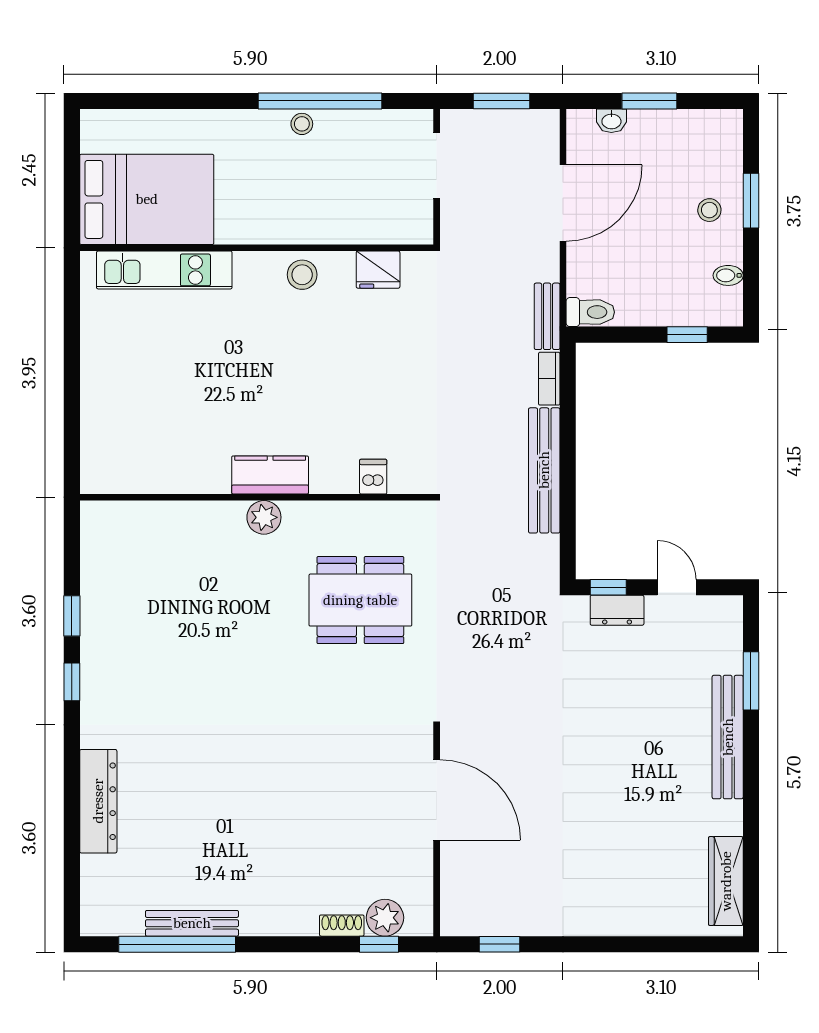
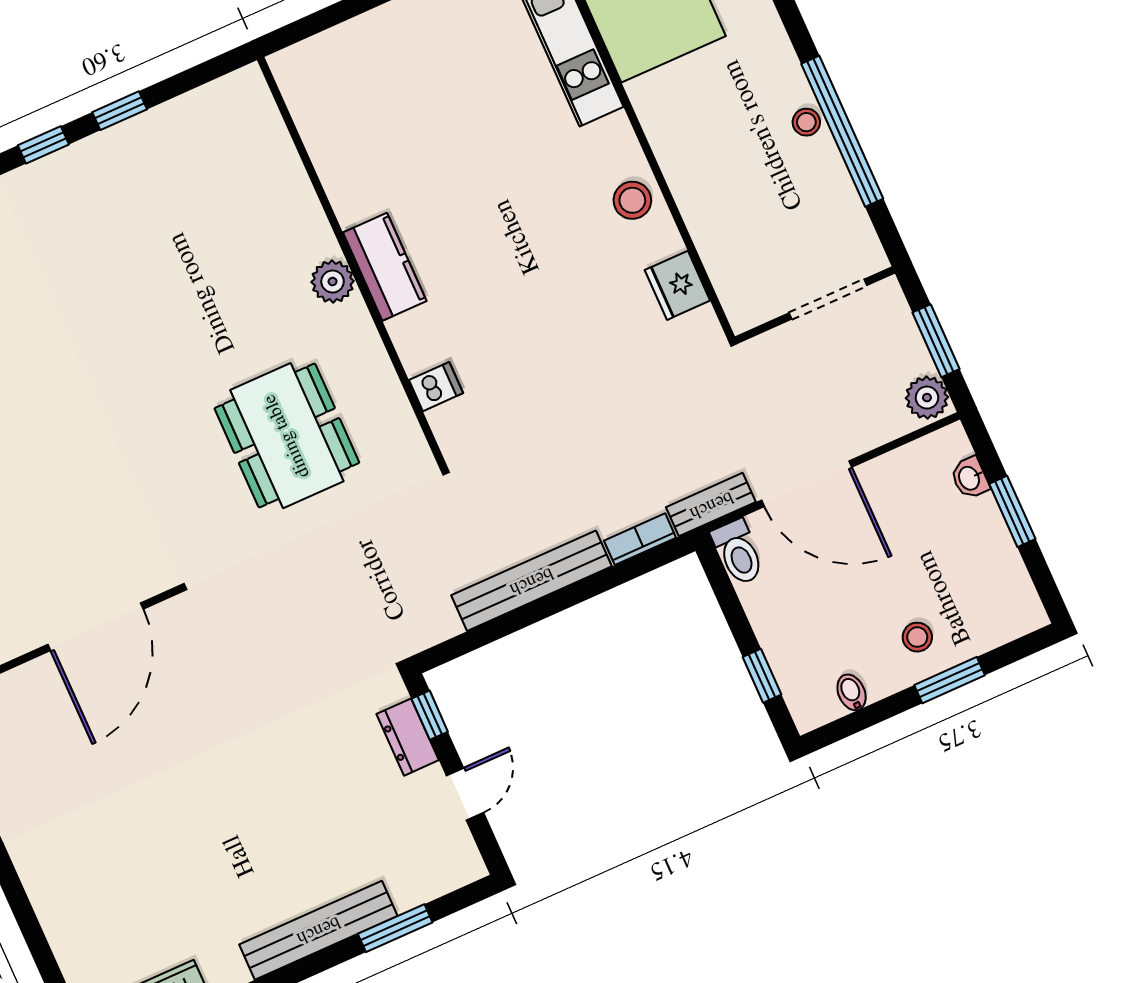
plant: (540, 126) -> (927, 398), added
door: (563, 203) -> (807, 484), moved

